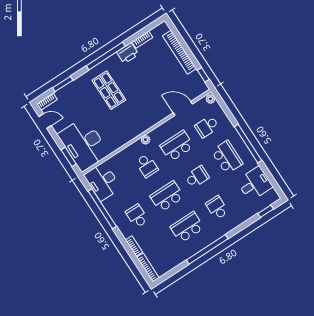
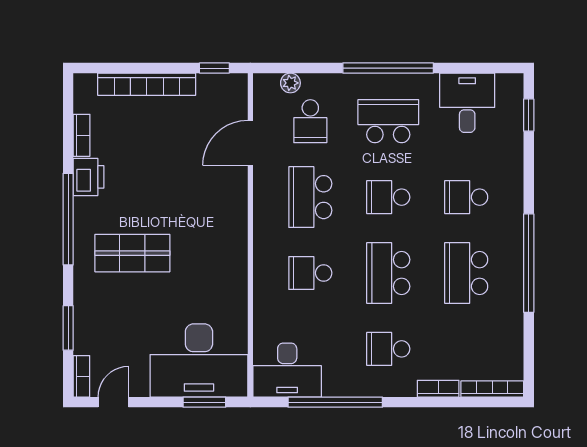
plant: (210, 99) -> (290, 83), moved
plant: (145, 140) -> (263, 246), removed
school desk: (147, 166) -> (310, 273), turned 180
school desk: (197, 177) -> (388, 197), turned -90

